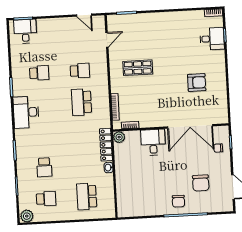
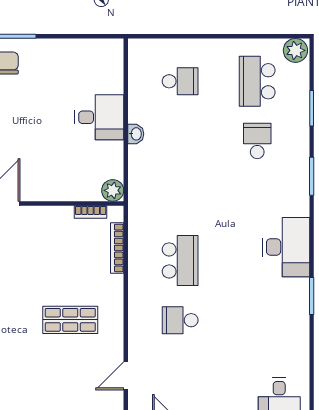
school desk: (39, 73) -> (257, 320), removed
desk: (153, 142) -> (99, 117), moved, turned -90
locker: (106, 145) -> (138, 177), removed
school desk: (87, 197) -> (180, 81), width x0.54
school desk: (46, 199) -> (257, 81), width x1.85

